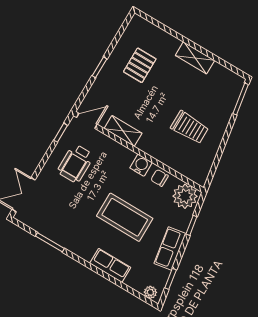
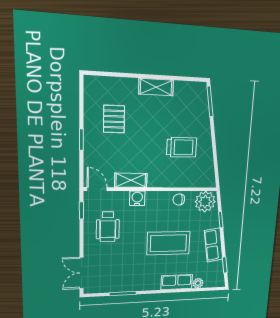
door: (87, 121) -> (97, 189), hinge flipped
water cooler: (141, 165) -> (137, 198), moved
plant: (150, 292) -> (198, 283), moved

